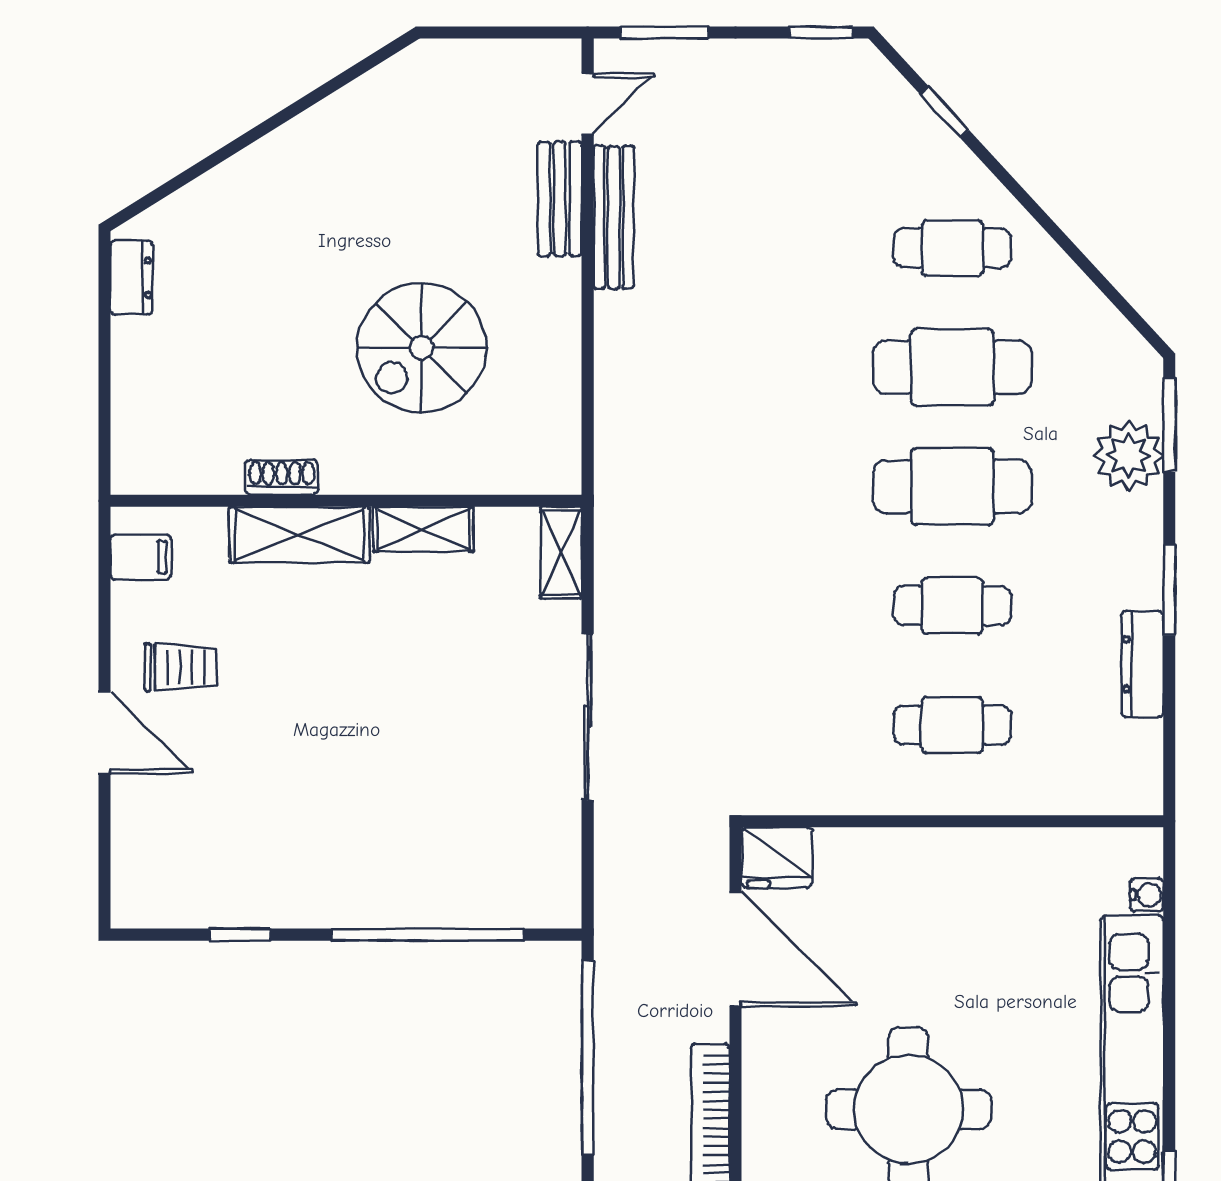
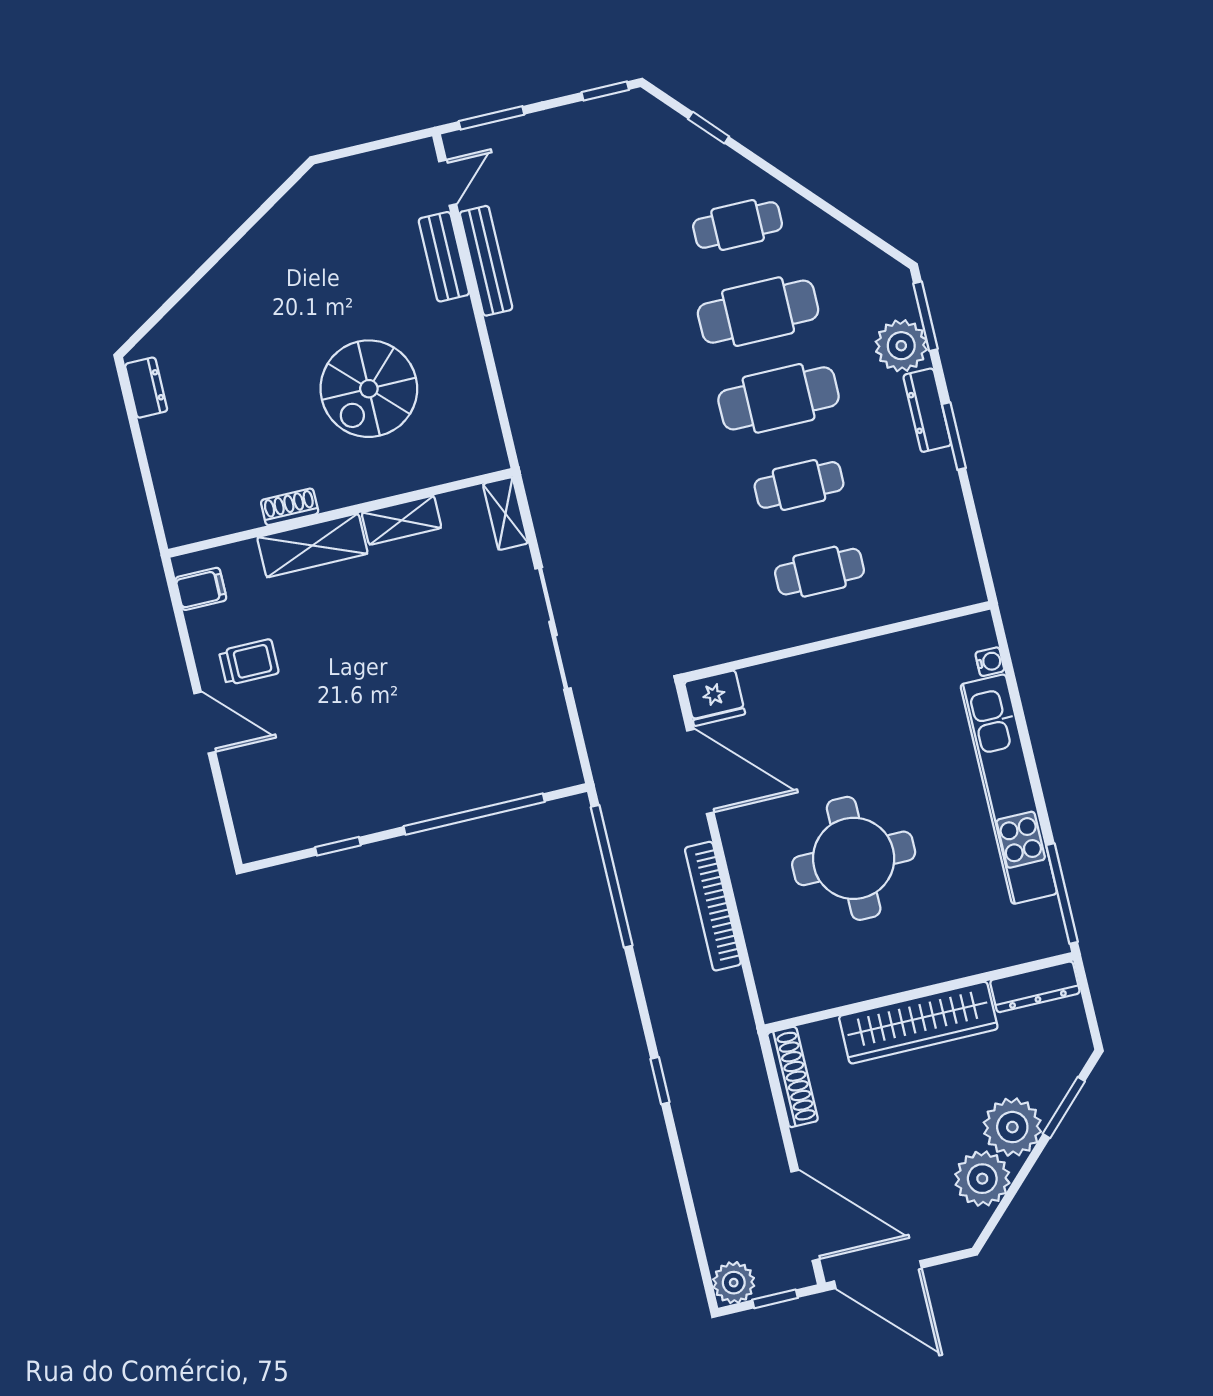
dresser: (1142, 664) -> (927, 410), moved

